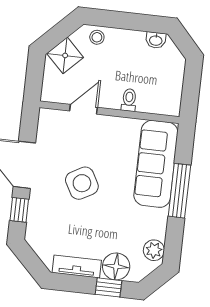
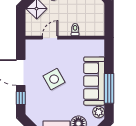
sofa: (156, 164) -> (94, 81), moved
window: (179, 191) -> (109, 88), moved

